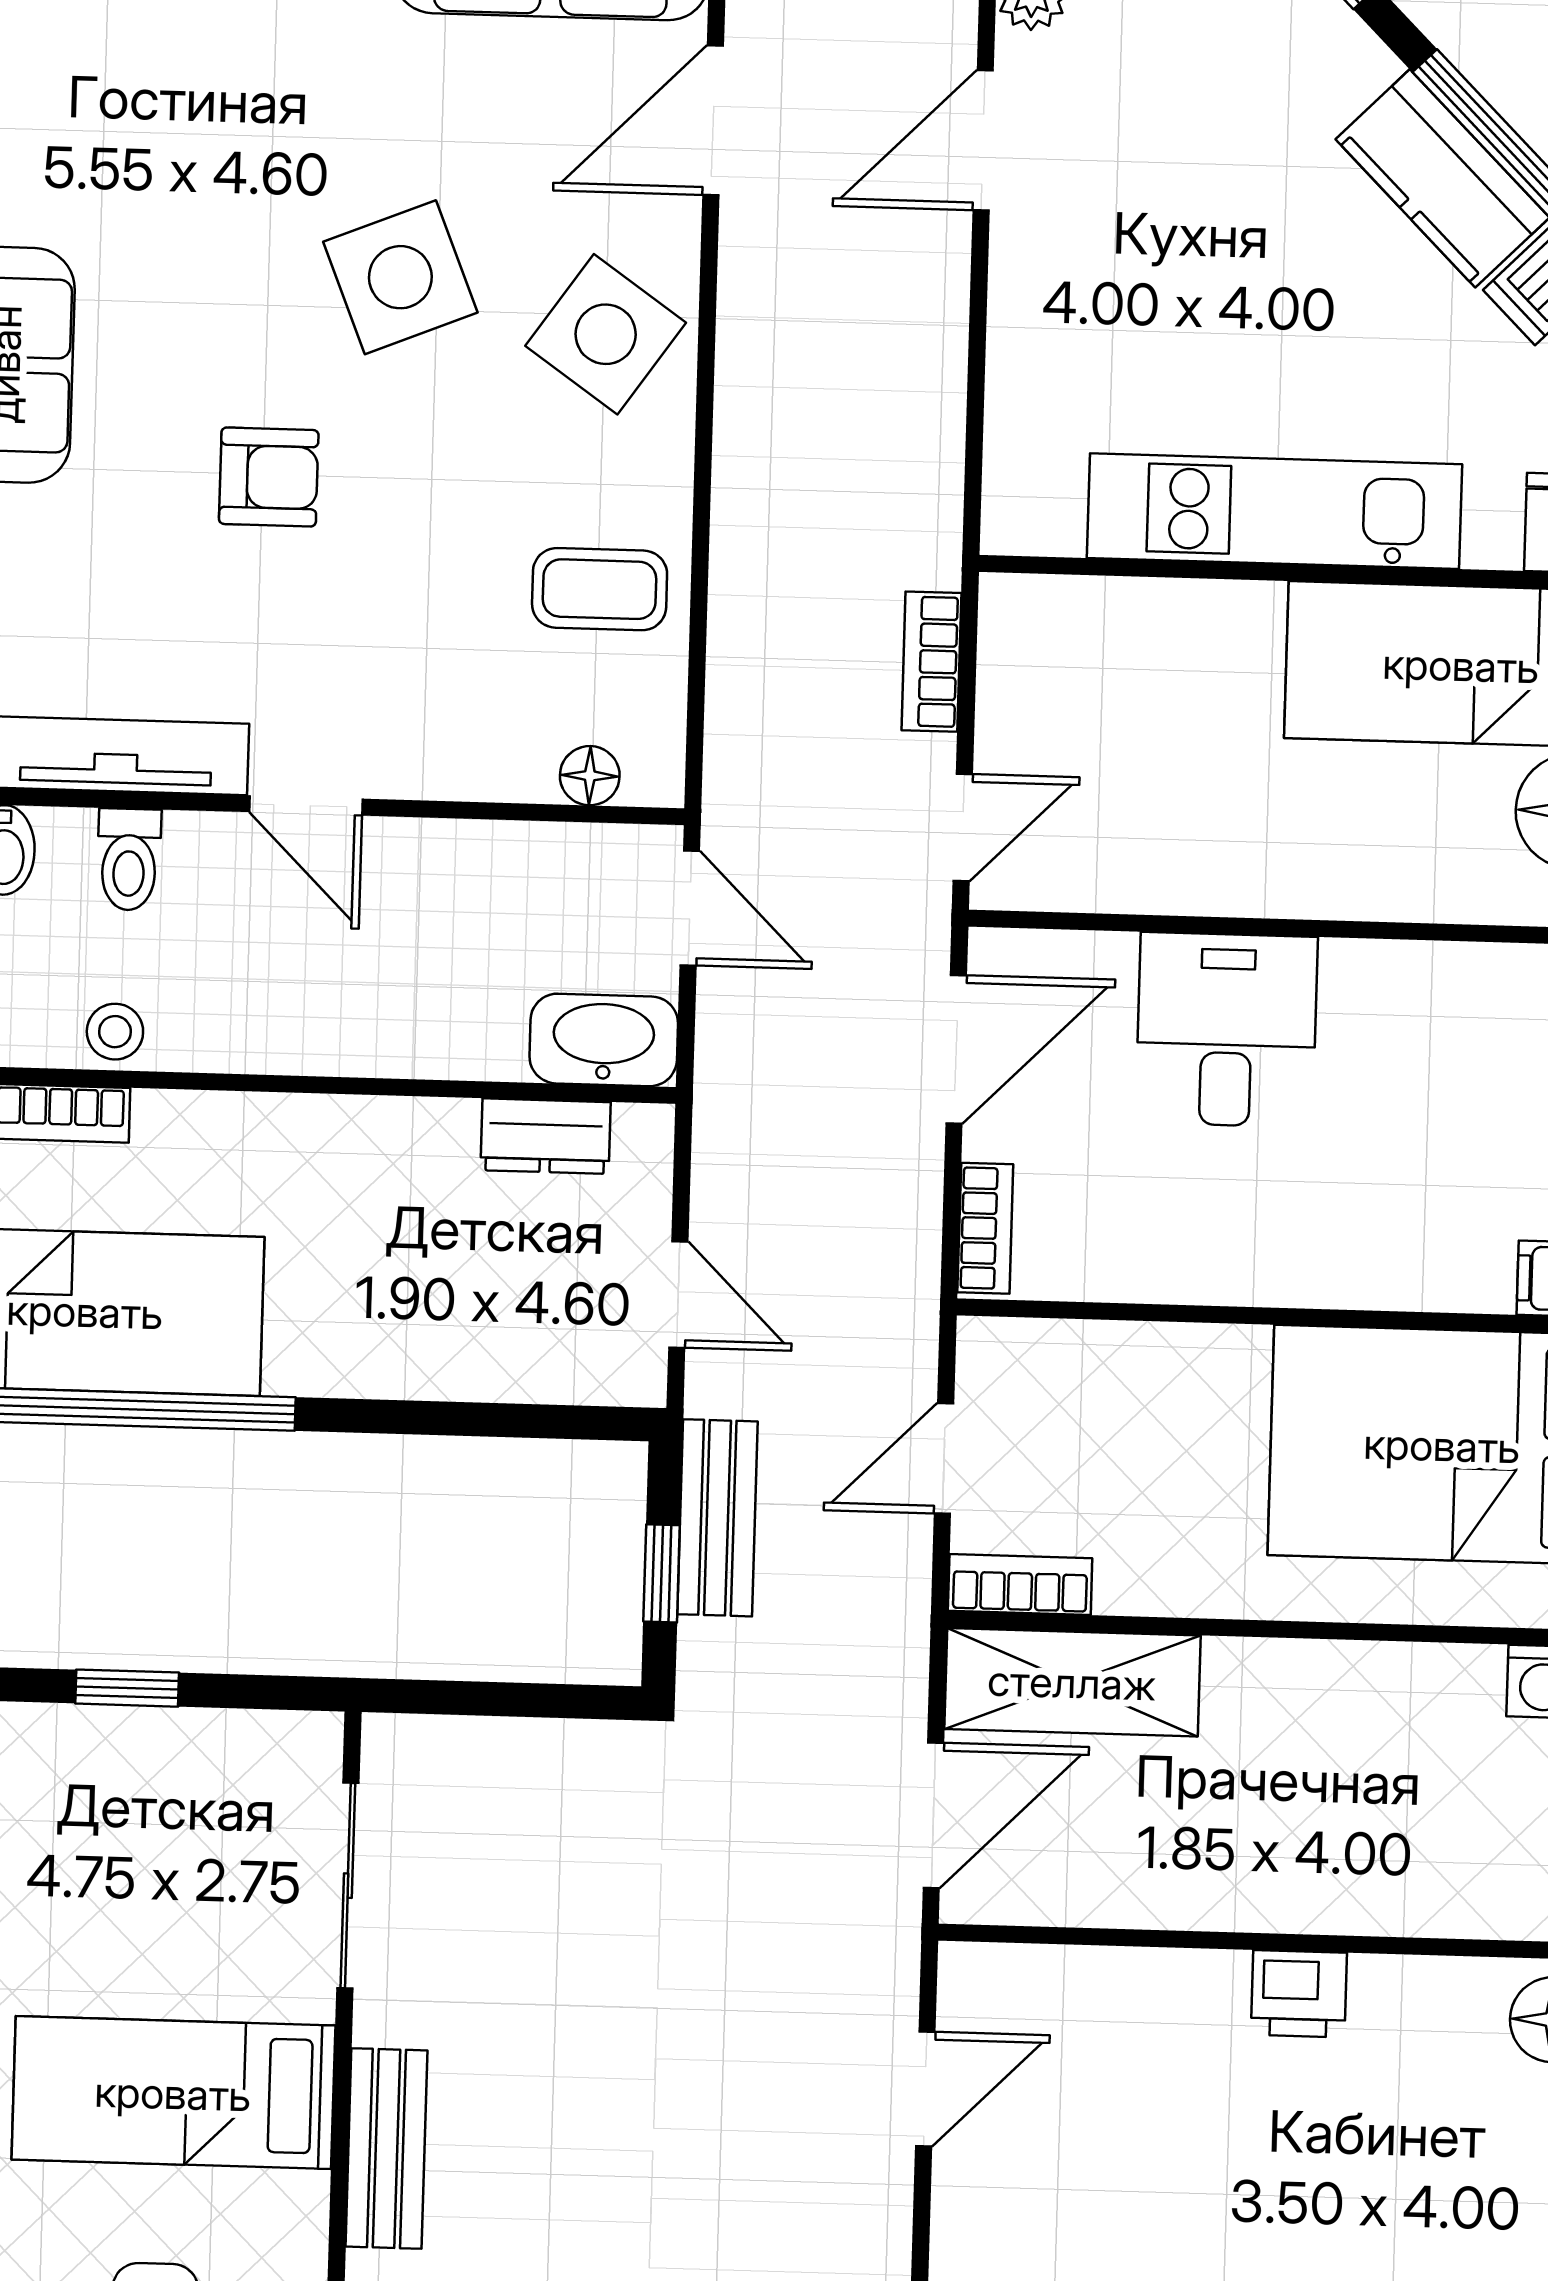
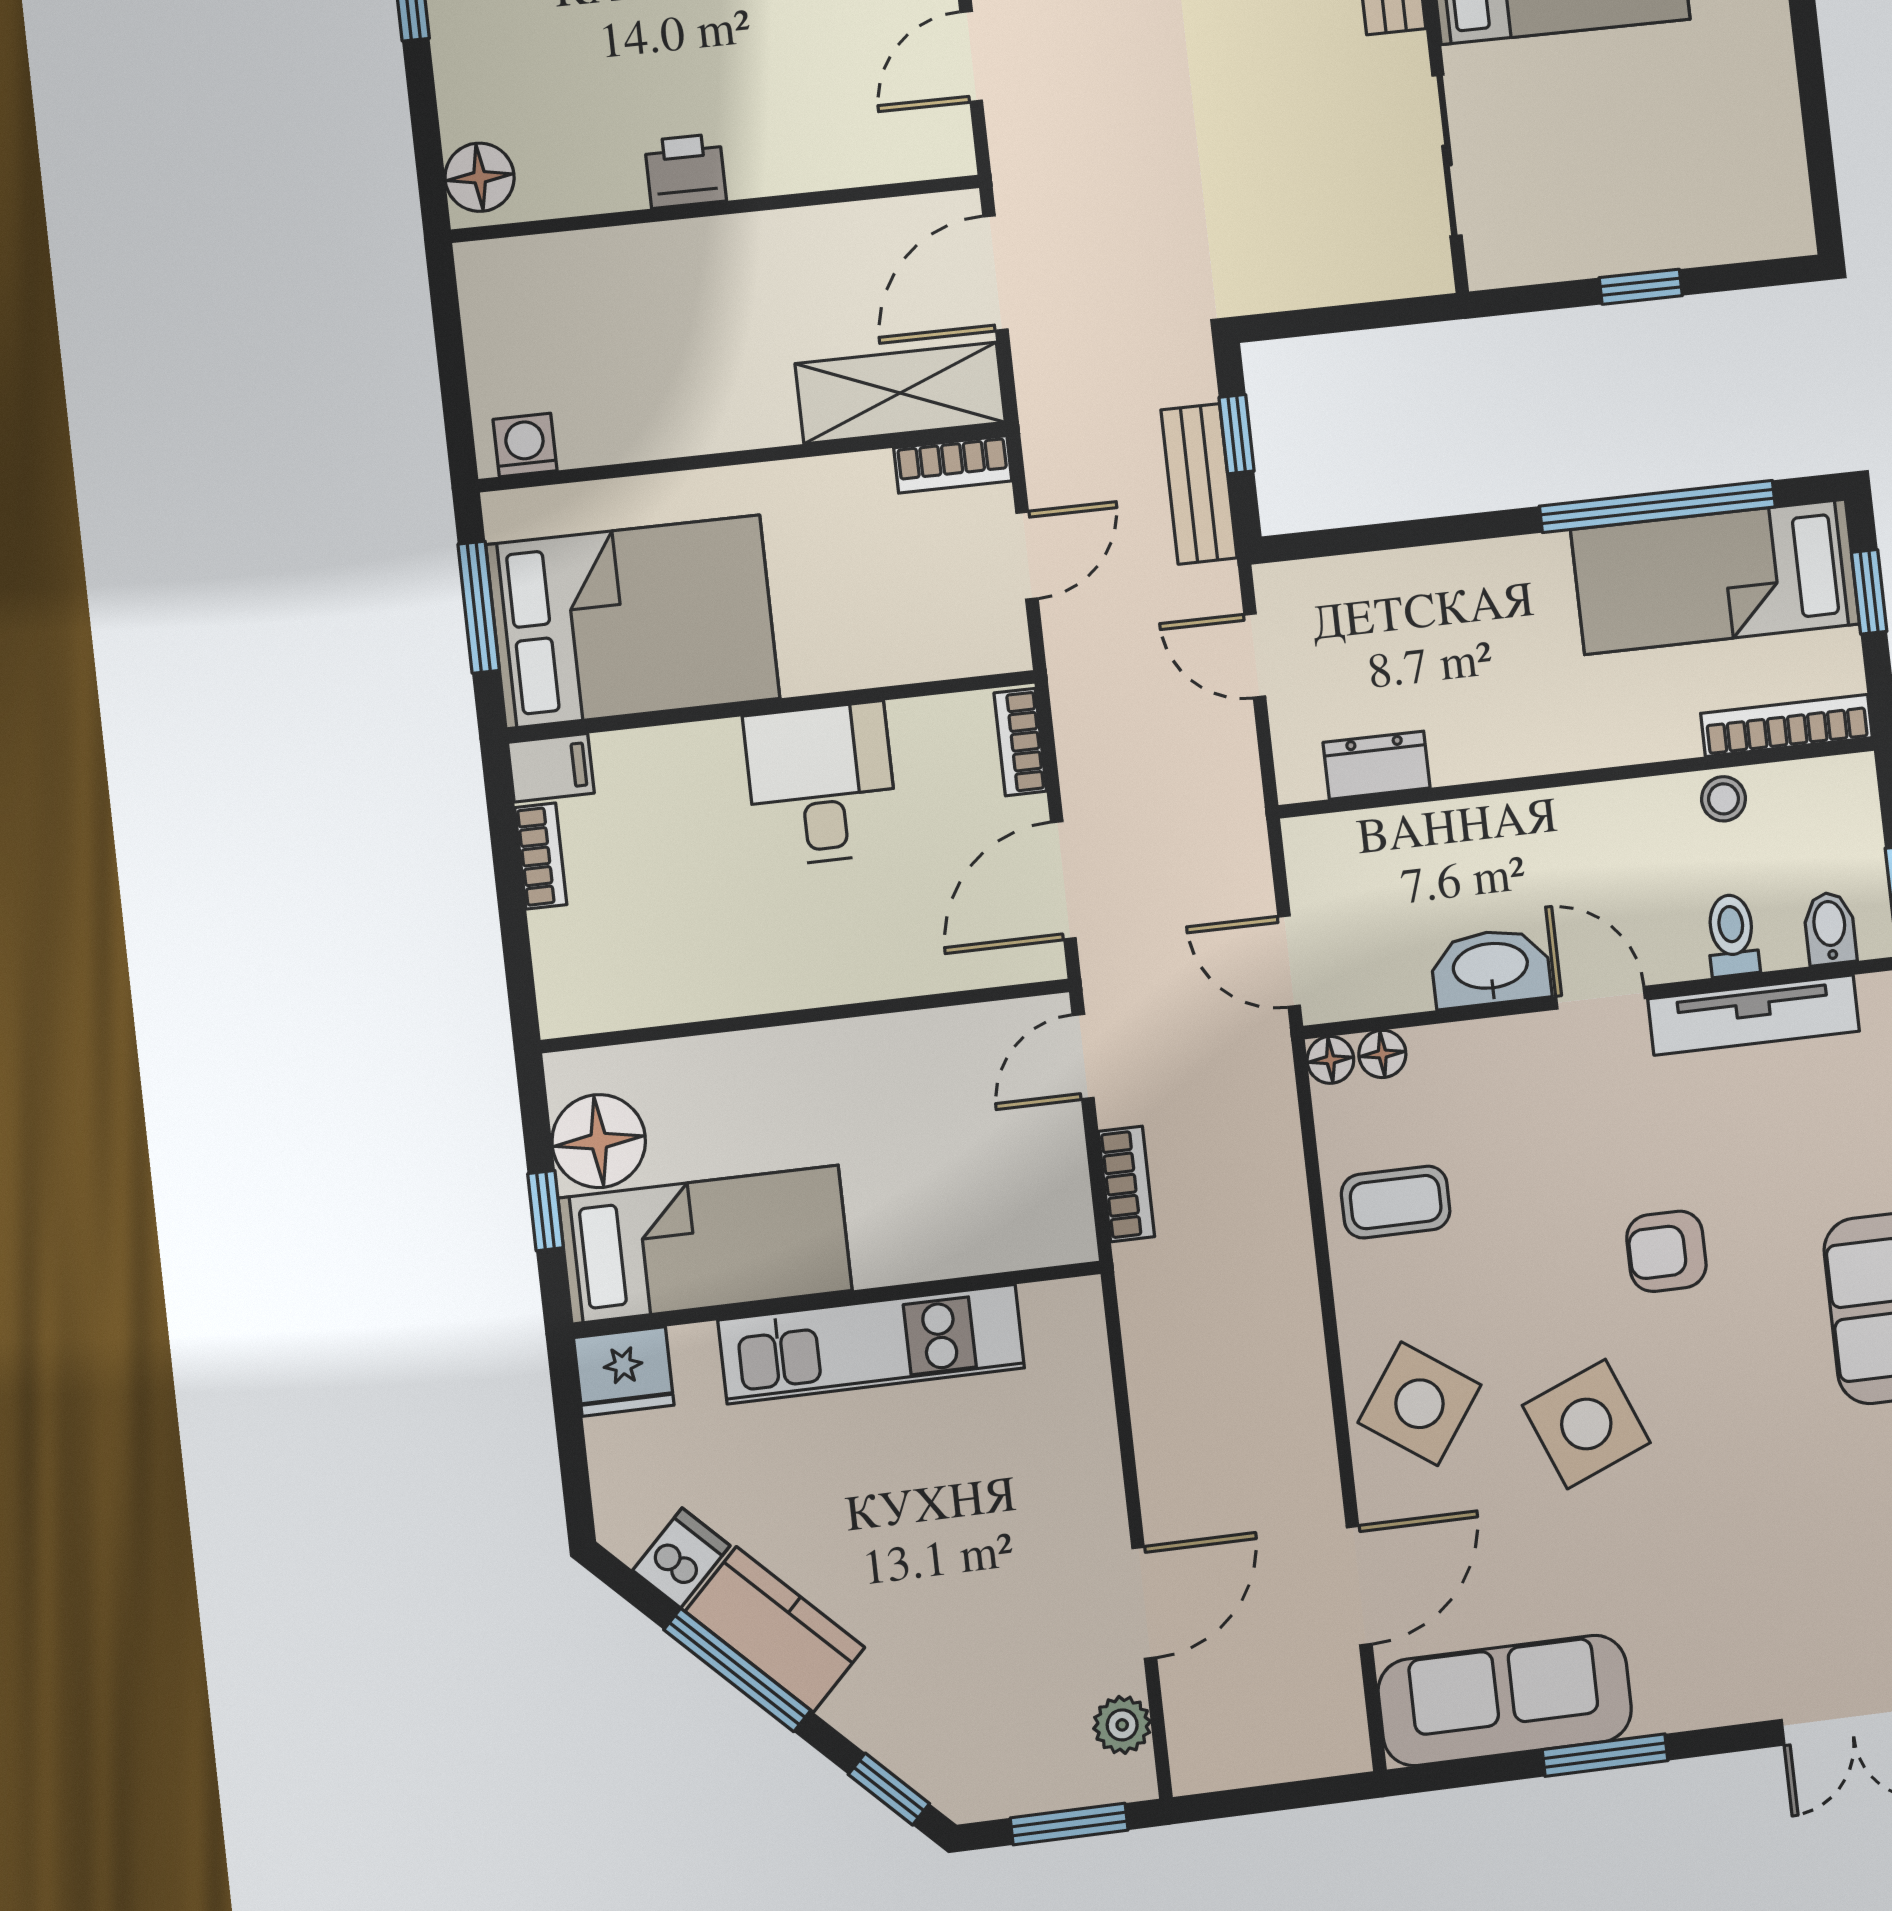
floor lamp: (656, 778) -> (1330, 1060), added
desk: (1227, 1030) -> (821, 784), moved, turned 180
washbasin: (604, 1040) -> (1491, 968), moved, turned 180

